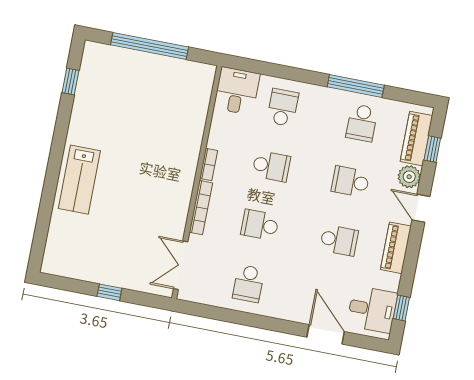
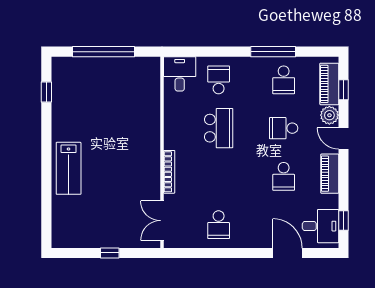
bookcase: (209, 164) -> (169, 136), removed
school desk: (271, 166) -> (219, 128), width x1.85
school desk: (260, 225) -> (219, 176), removed
school desk: (339, 240) -> (284, 176), turned 90

